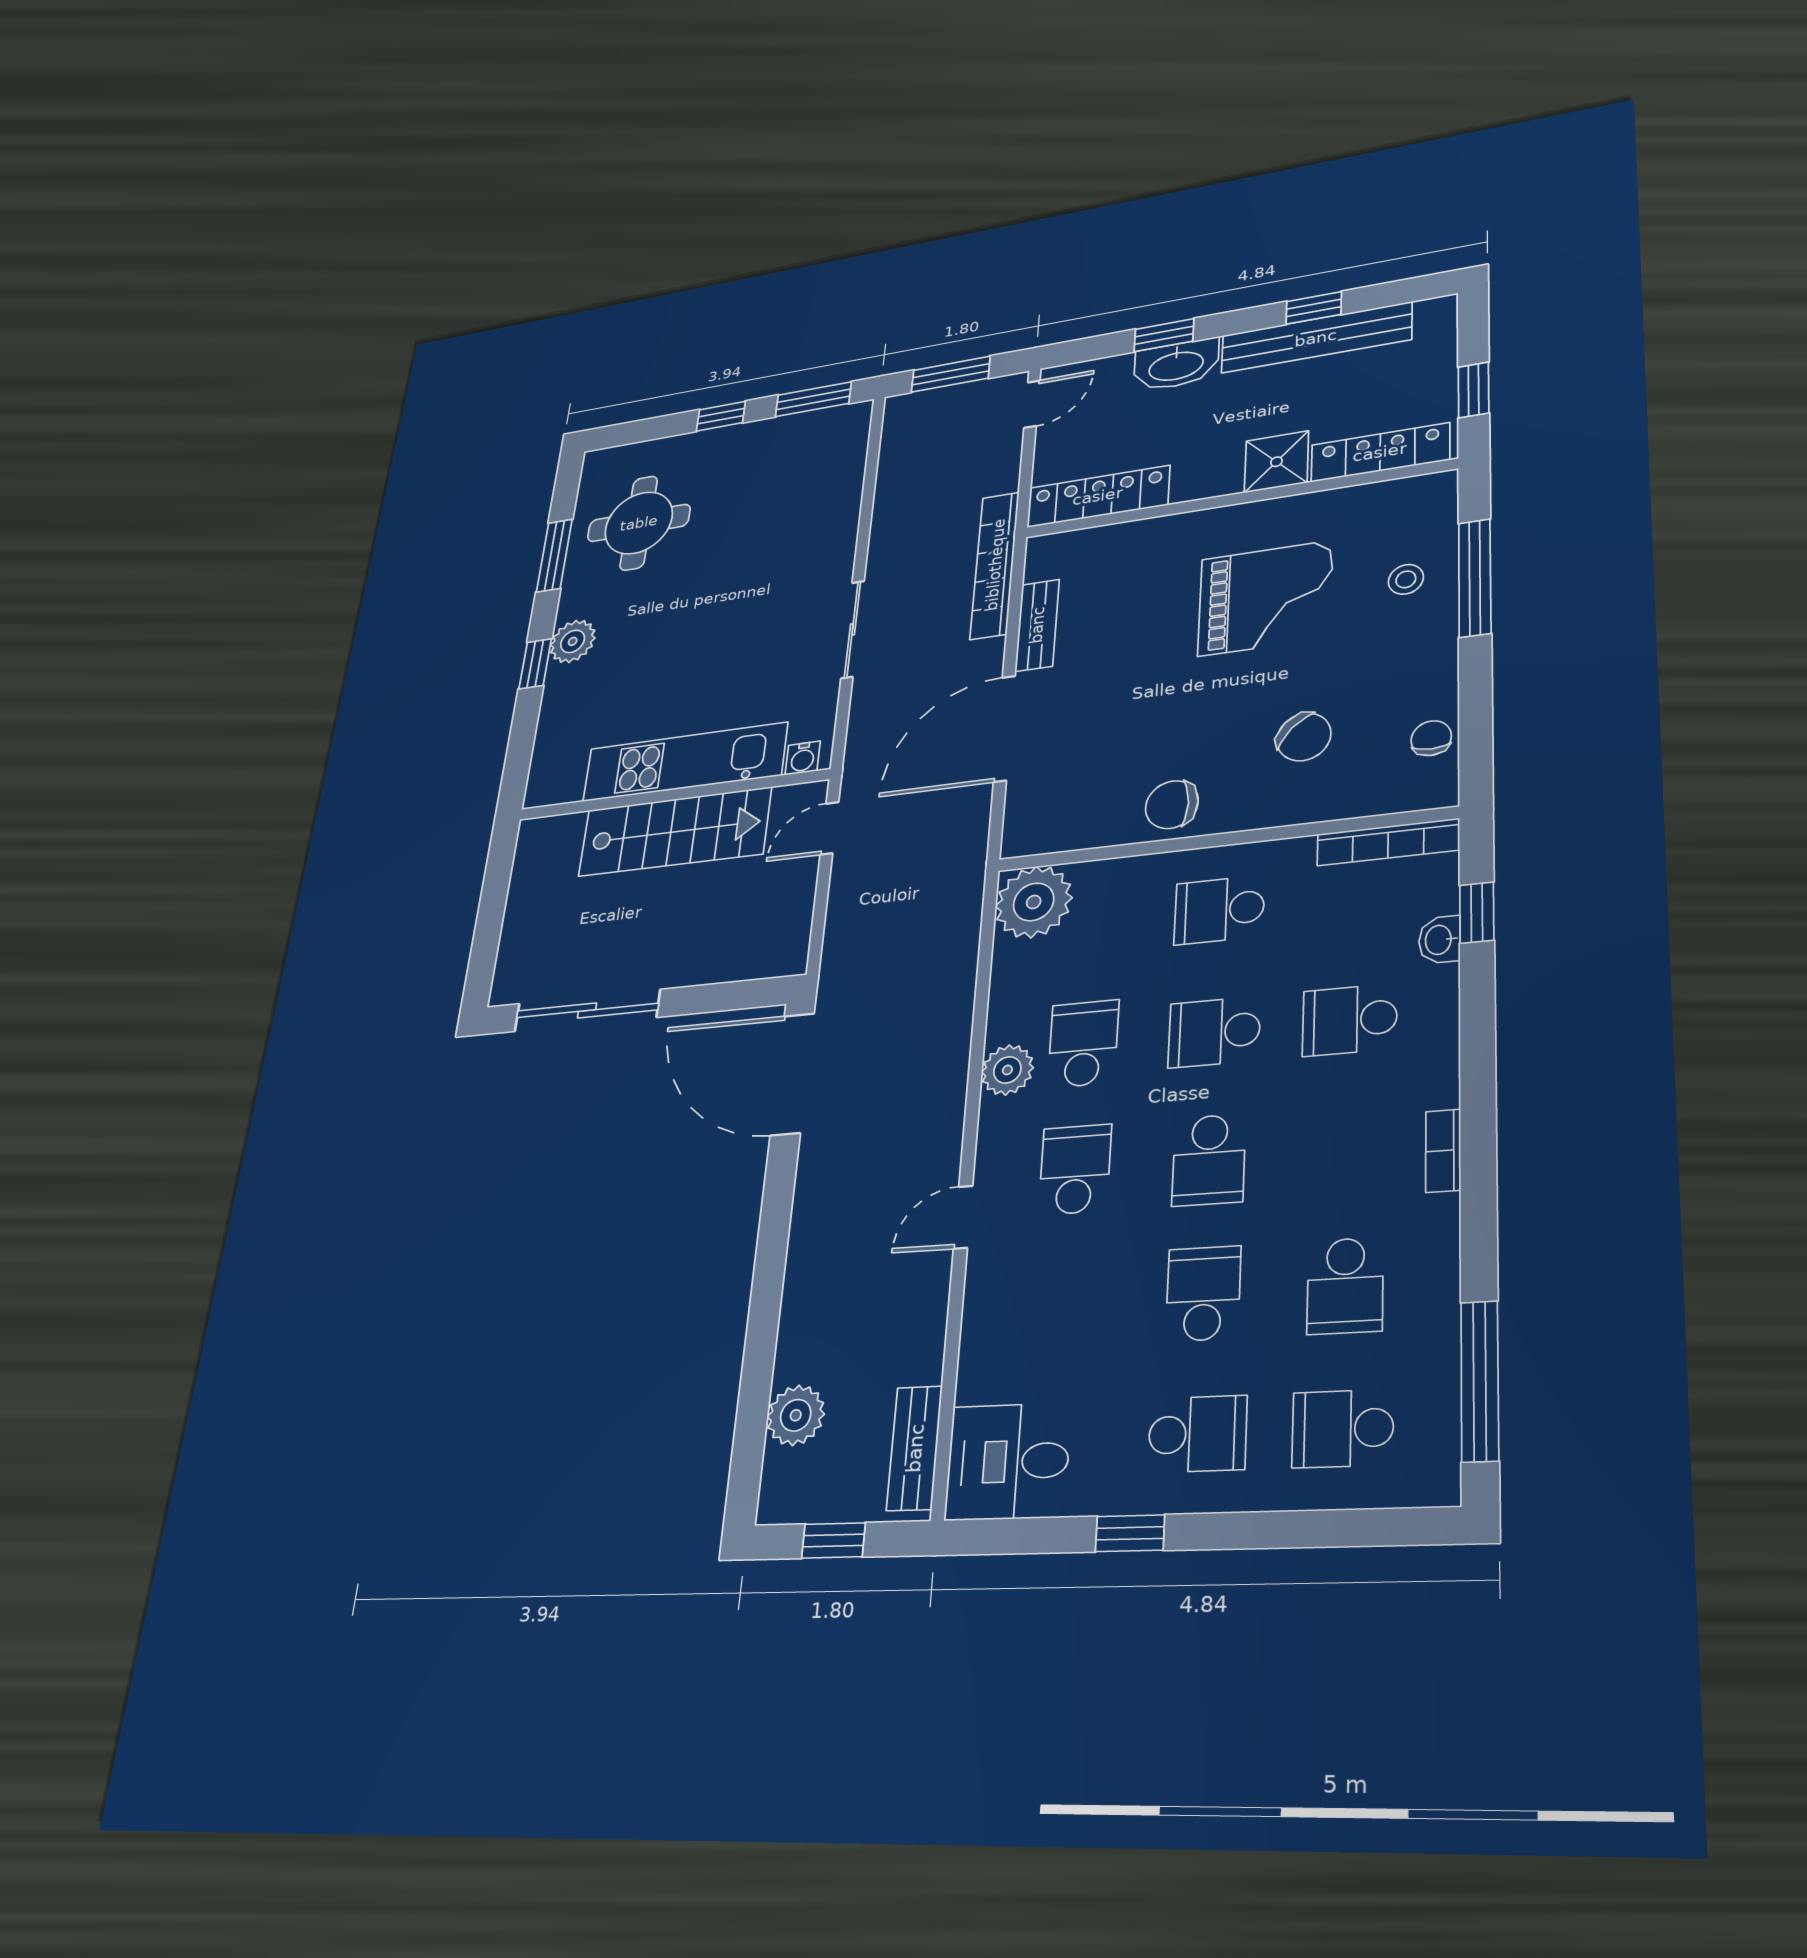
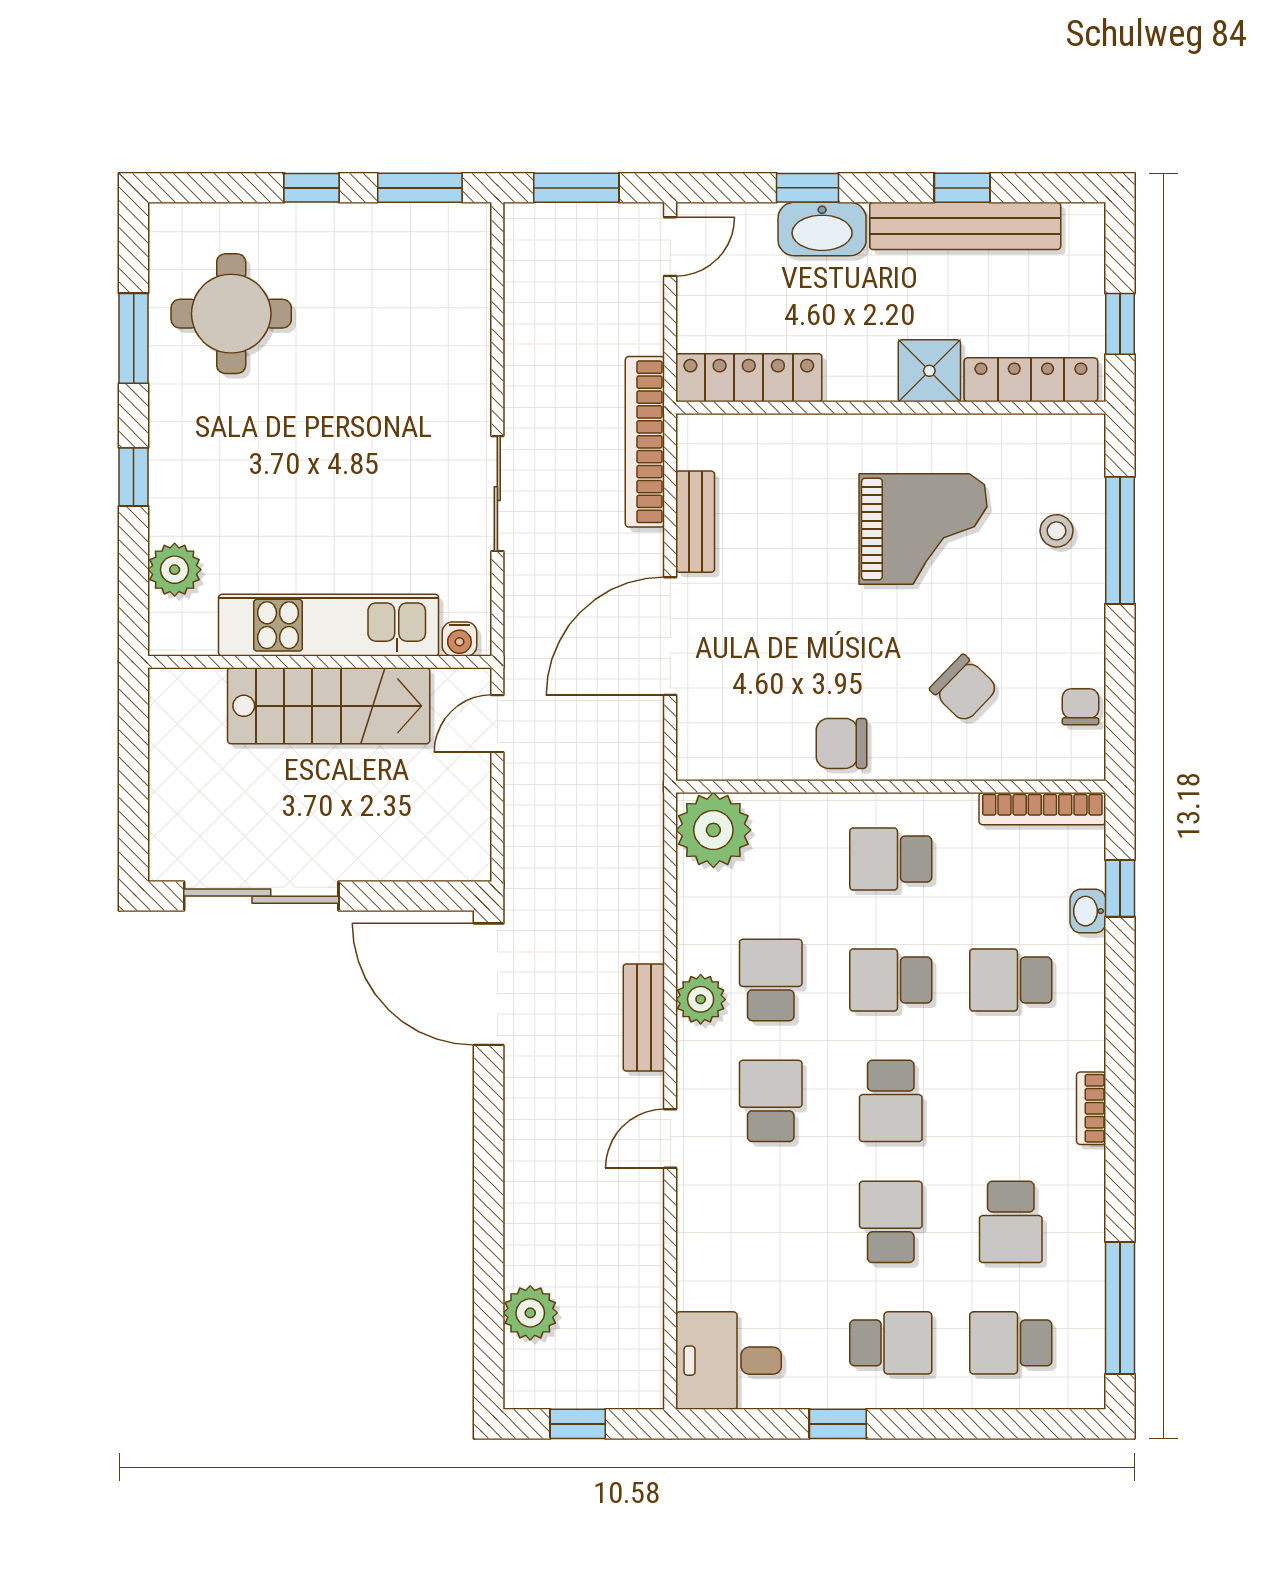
plant: (573, 641) -> (175, 570), moved
bench: (915, 1448) -> (644, 1017), moved

